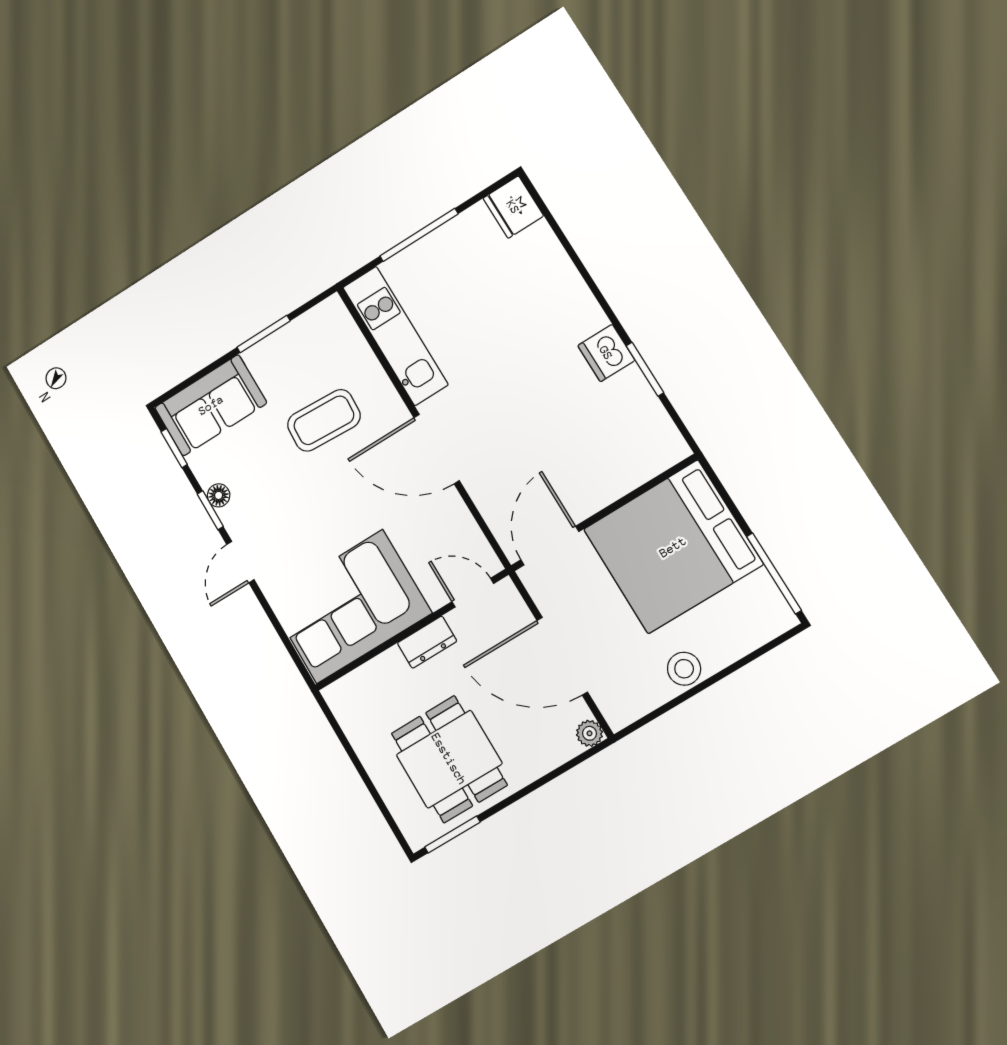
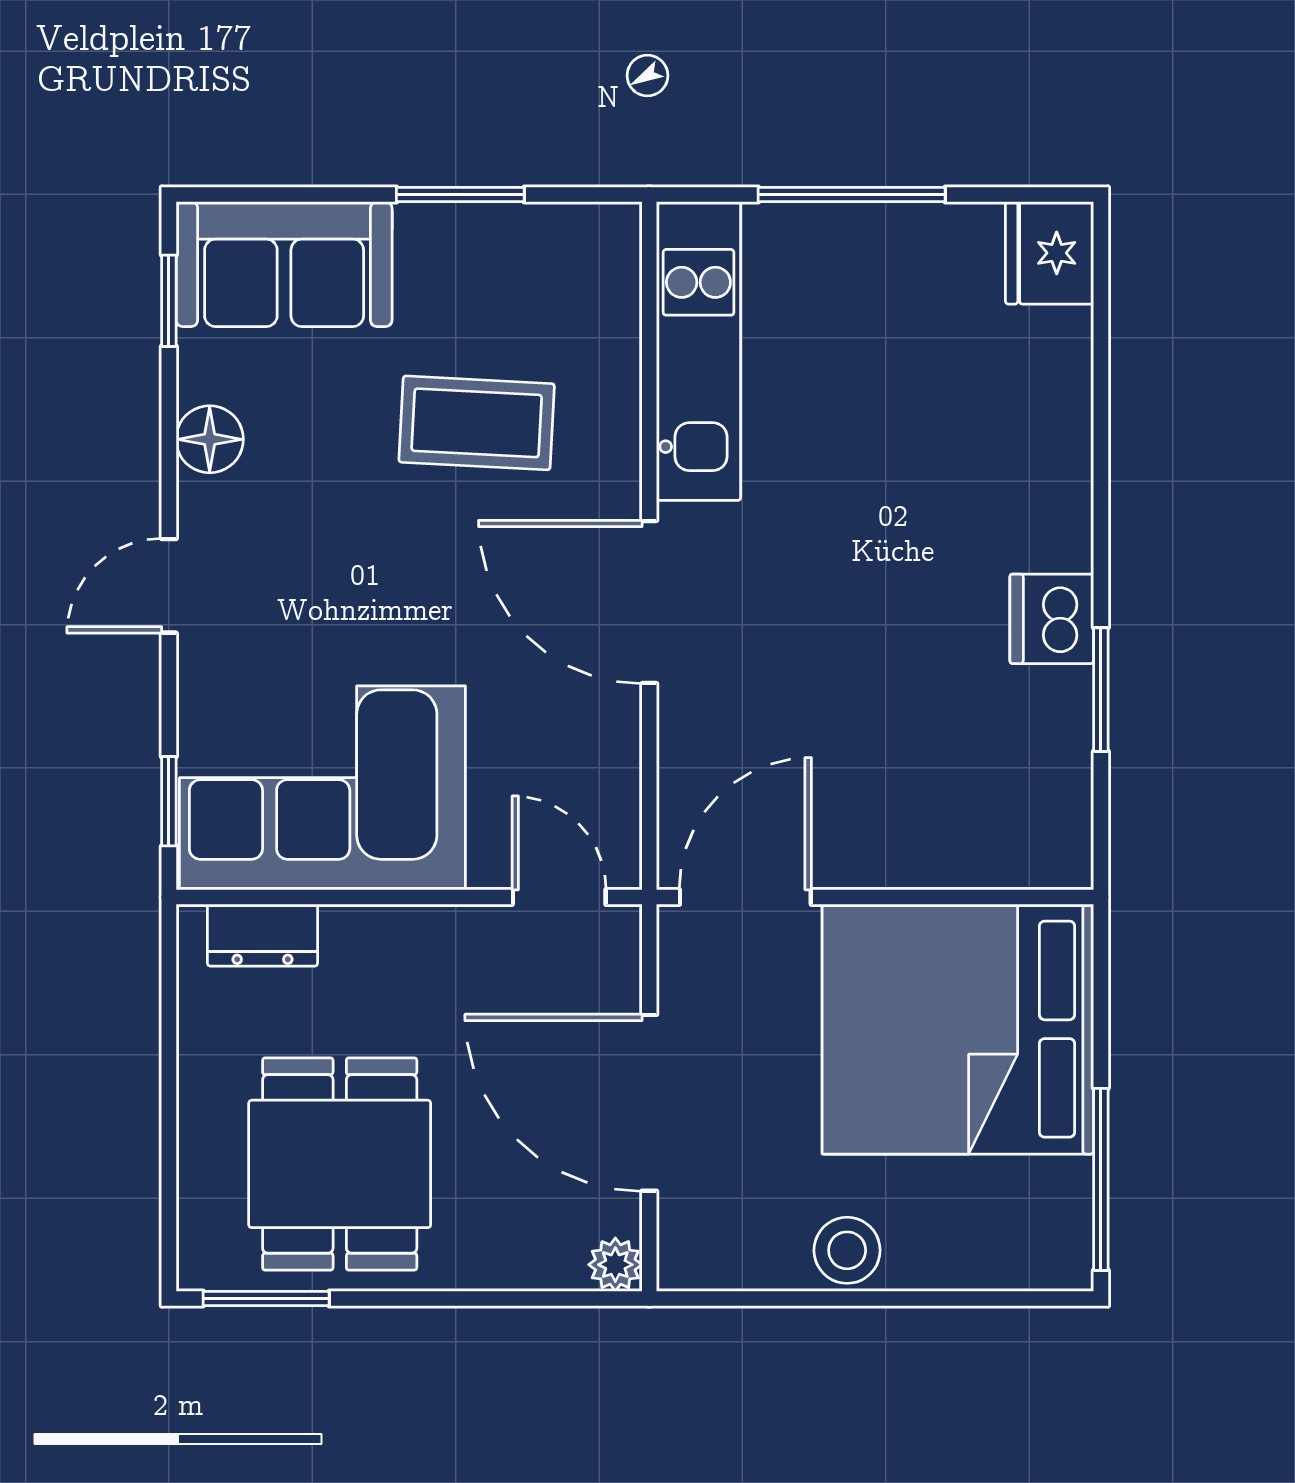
floor lamp: (219, 495) -> (210, 439), width x1.37, depth x1.37
window: (210, 510) -> (169, 801), moved
dresser: (427, 642) -> (262, 935), moved

